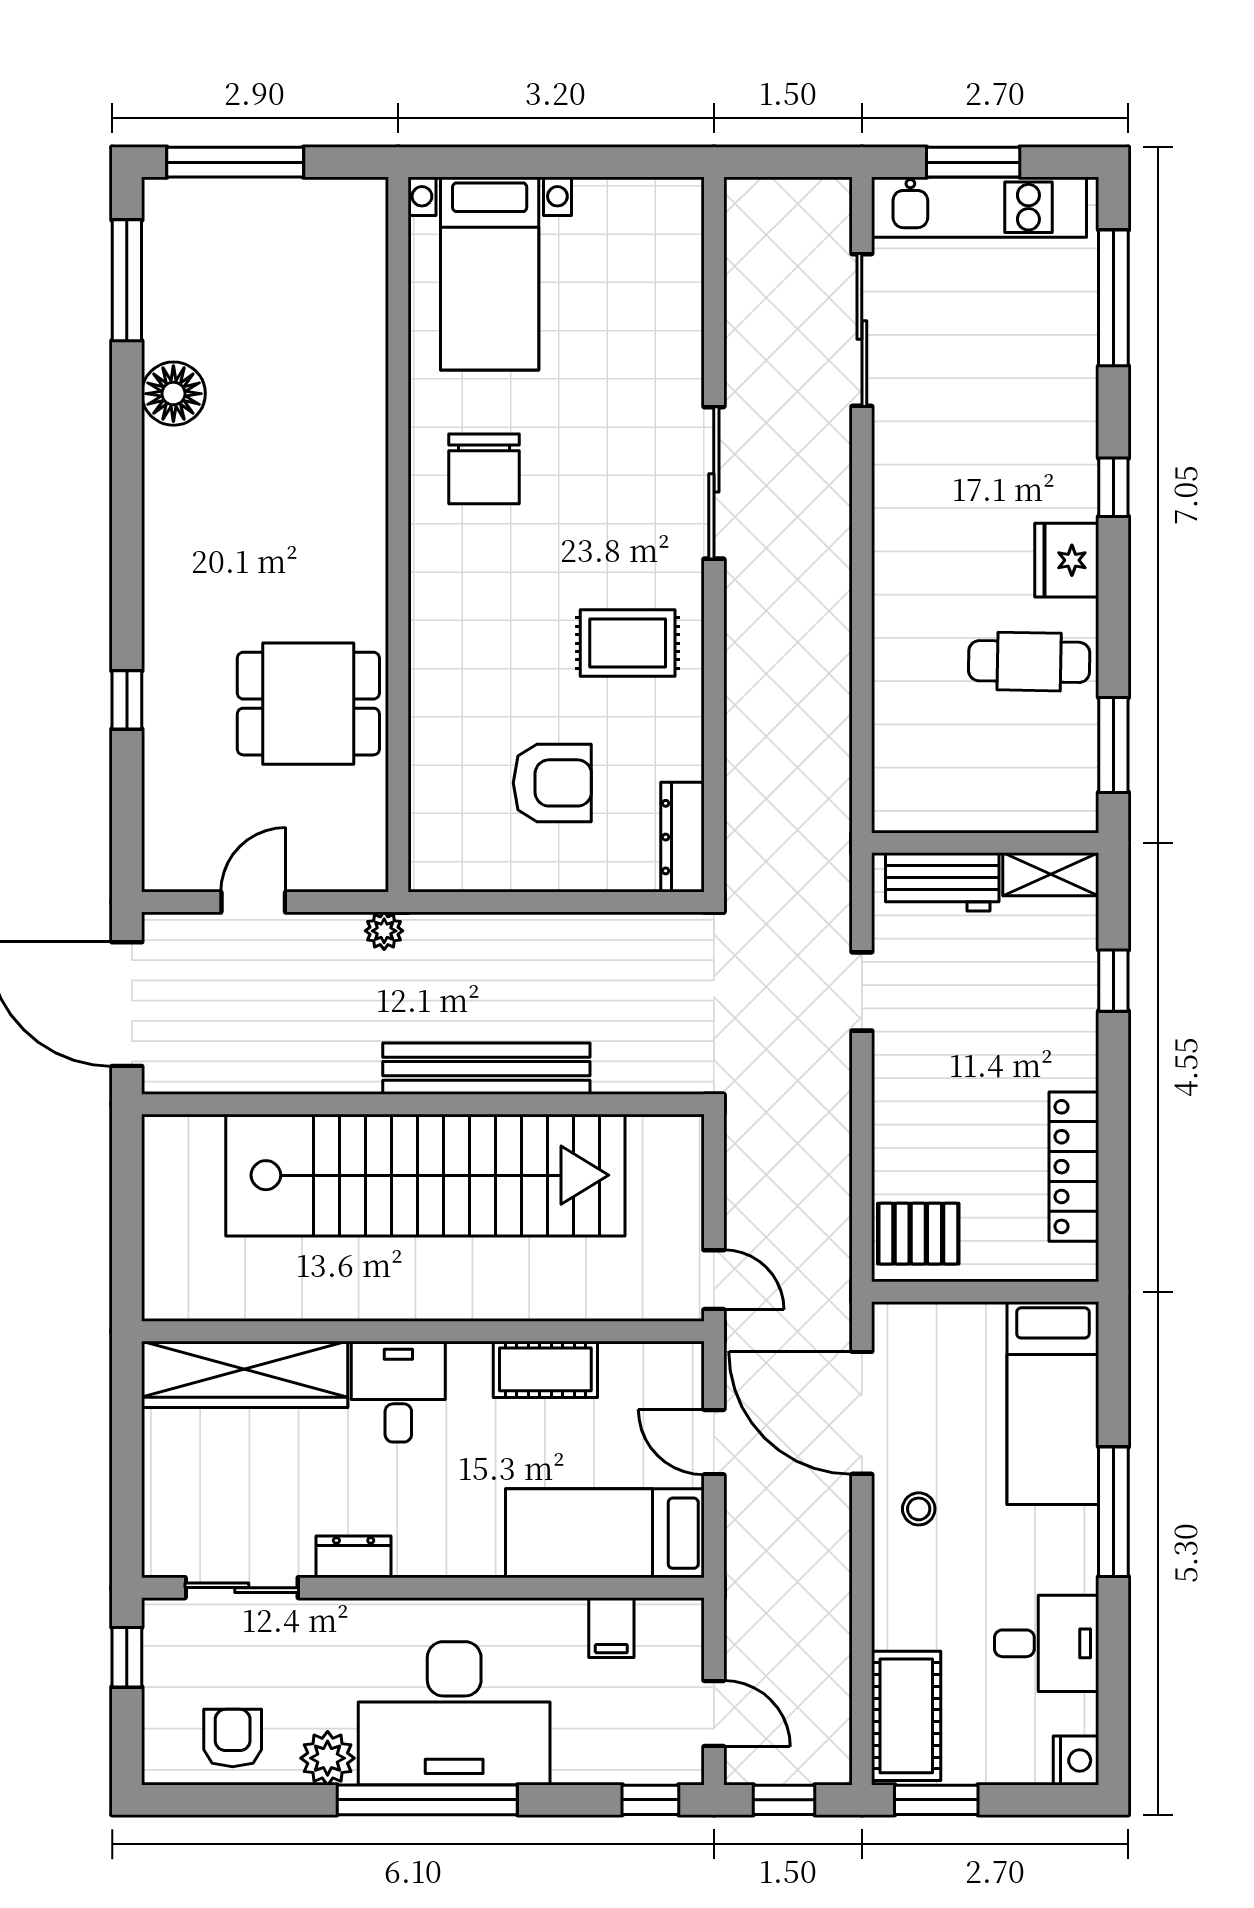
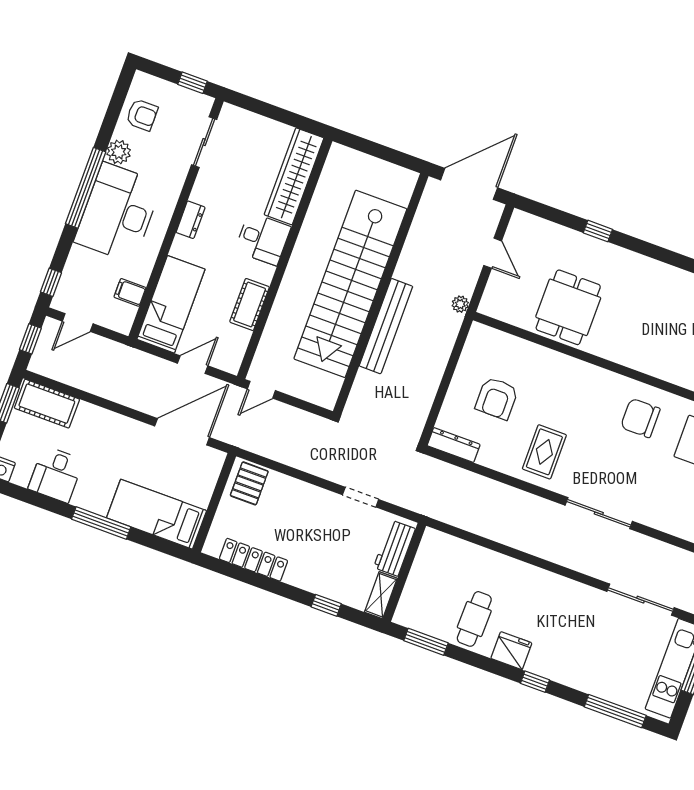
stool: (919, 1509) -> (133, 441), removed
dresser: (354, 1557) -> (191, 220), moved

